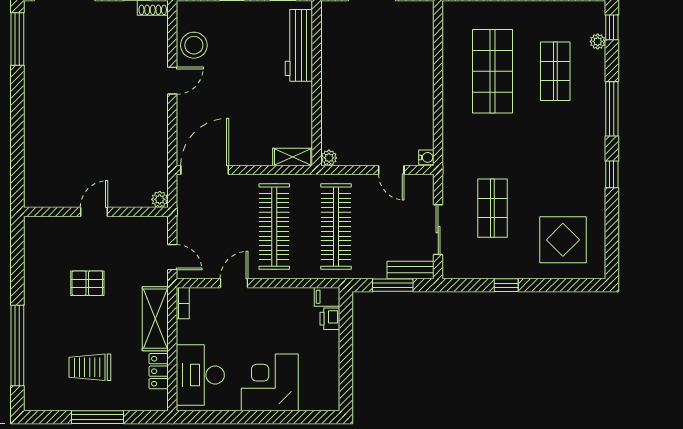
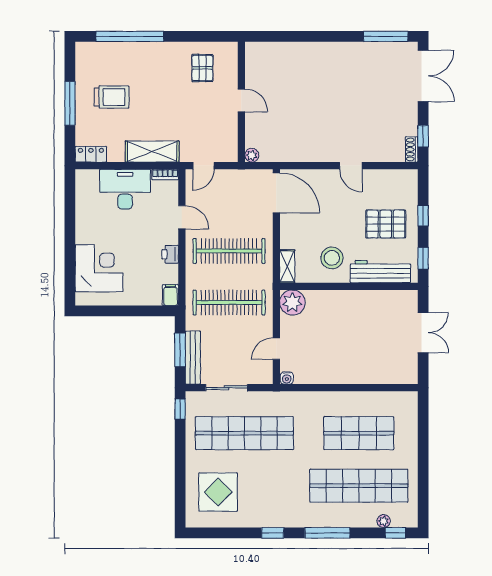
pallet: (242, 39) -> (386, 224), added
stool: (194, 45) -> (332, 258), moved
shop shelf: (555, 71) -> (359, 486), width x2.00, depth x1.36
plant: (329, 158) -> (292, 302), width x1.87, depth x1.87
shop shelf: (492, 208) -> (244, 433), width x2.00, depth x1.36
bench: (410, 270) -> (193, 358), width x1.36
pallet: (87, 283) -> (202, 68), moved
window: (506, 285) -> (180, 409), moved
printer: (330, 319) -> (170, 254), moved, turned -90
trolley: (90, 367) -> (112, 97), turned 90
locker: (159, 371) -> (91, 154), moved
desk: (200, 375) -> (125, 189), moved
corner desk: (270, 382) -> (99, 268), moved

